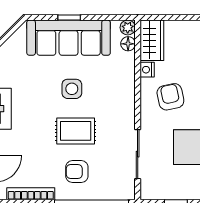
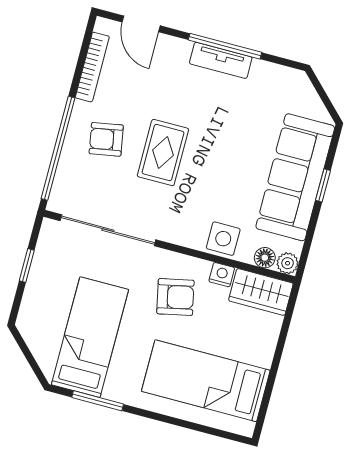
side table: (72, 89) -> (223, 239), moved
sliding door: (138, 154) -> (108, 230), width x1.37
armchair: (77, 172) -> (106, 139), turned -100

